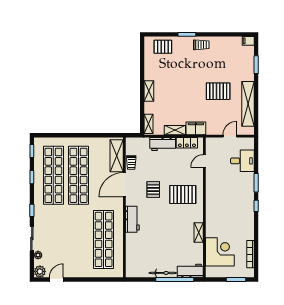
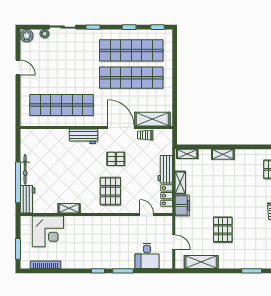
shelving: (248, 104) -> (201, 262), width x0.68
door: (56, 279) -> (18, 67), moved

